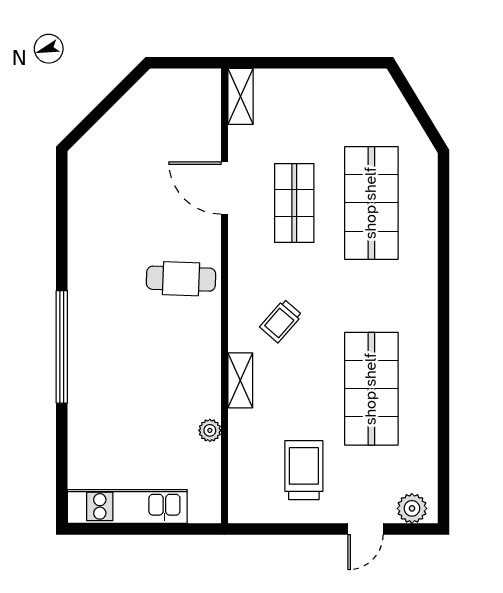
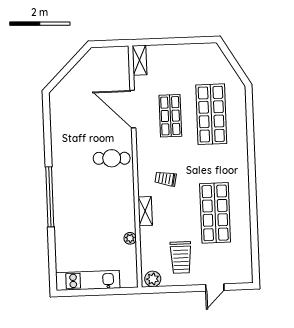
door: (224, 188) -> (133, 109), width x1.36
trolley: (281, 321) -> (166, 179), turned 60
trolley: (304, 470) -> (181, 257), turned 180
plant: (412, 508) -> (153, 279), moved

